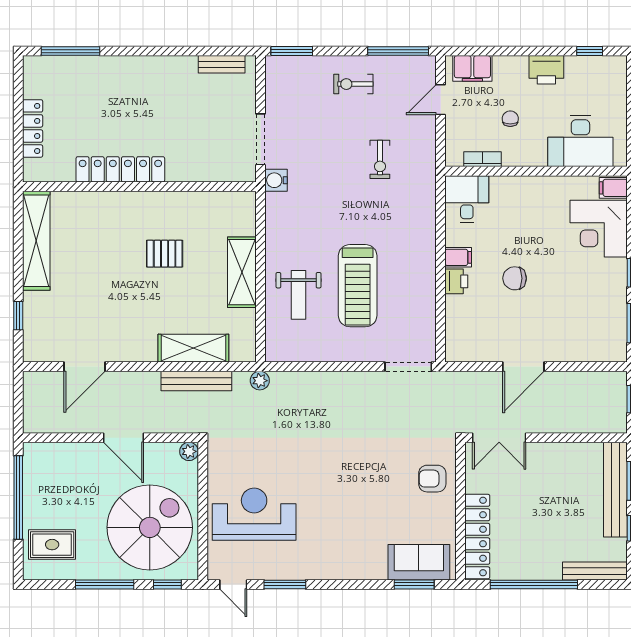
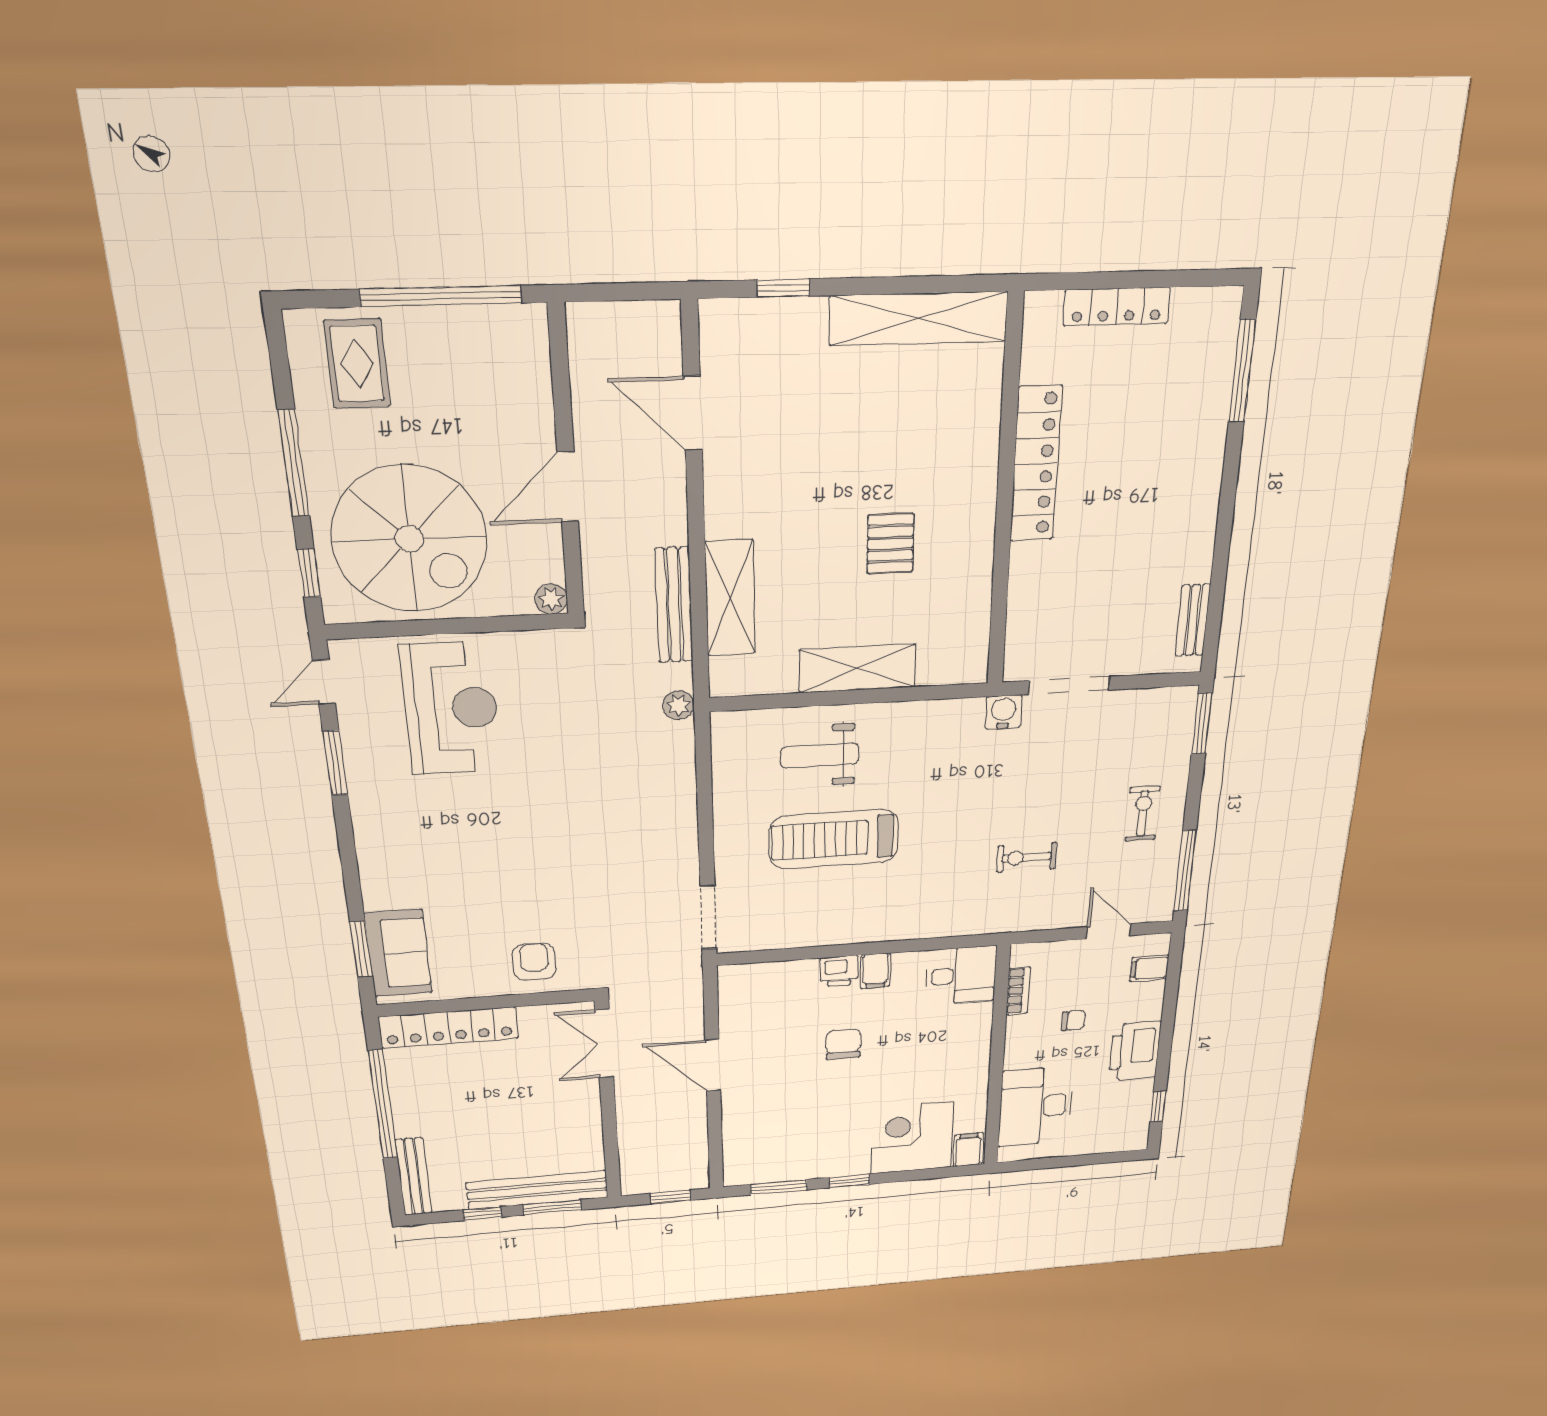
filing cabinet: (472, 68) -> (1149, 968), width x0.50
printer: (546, 70) -> (1135, 1051), width x1.37, depth x1.19

